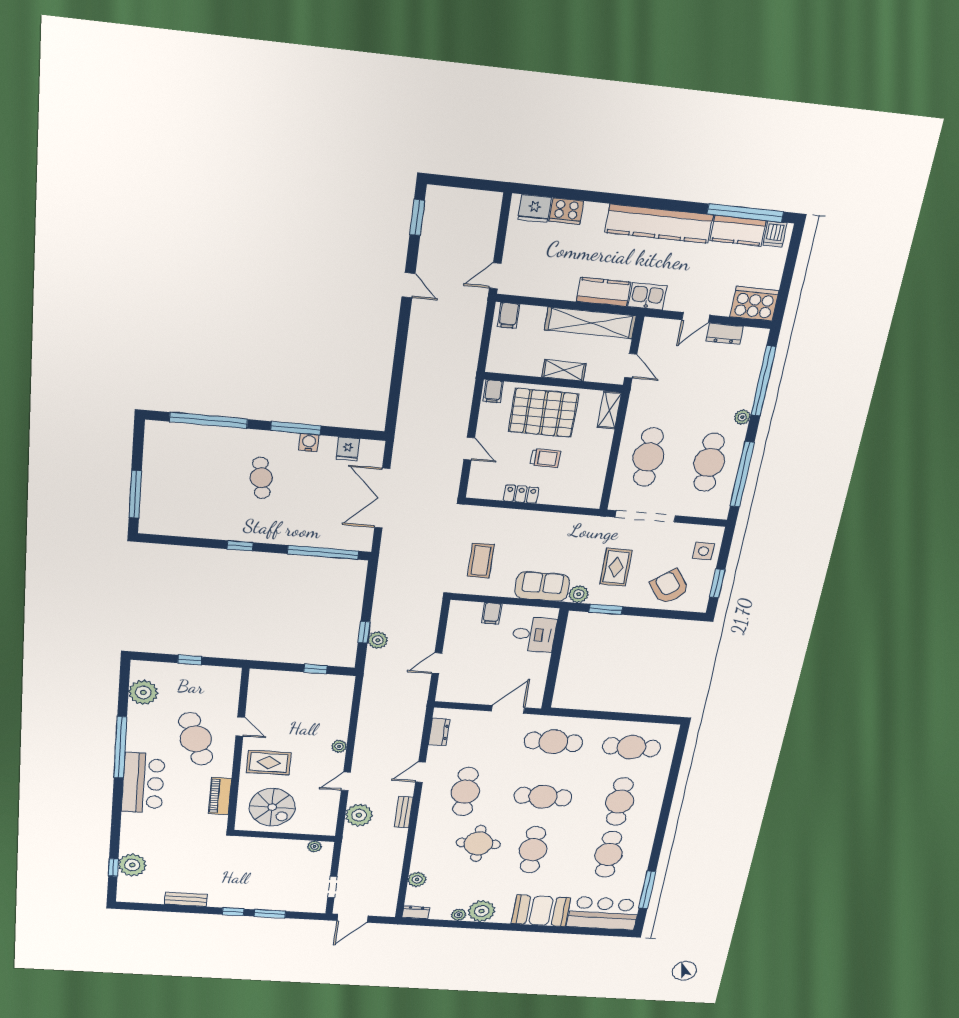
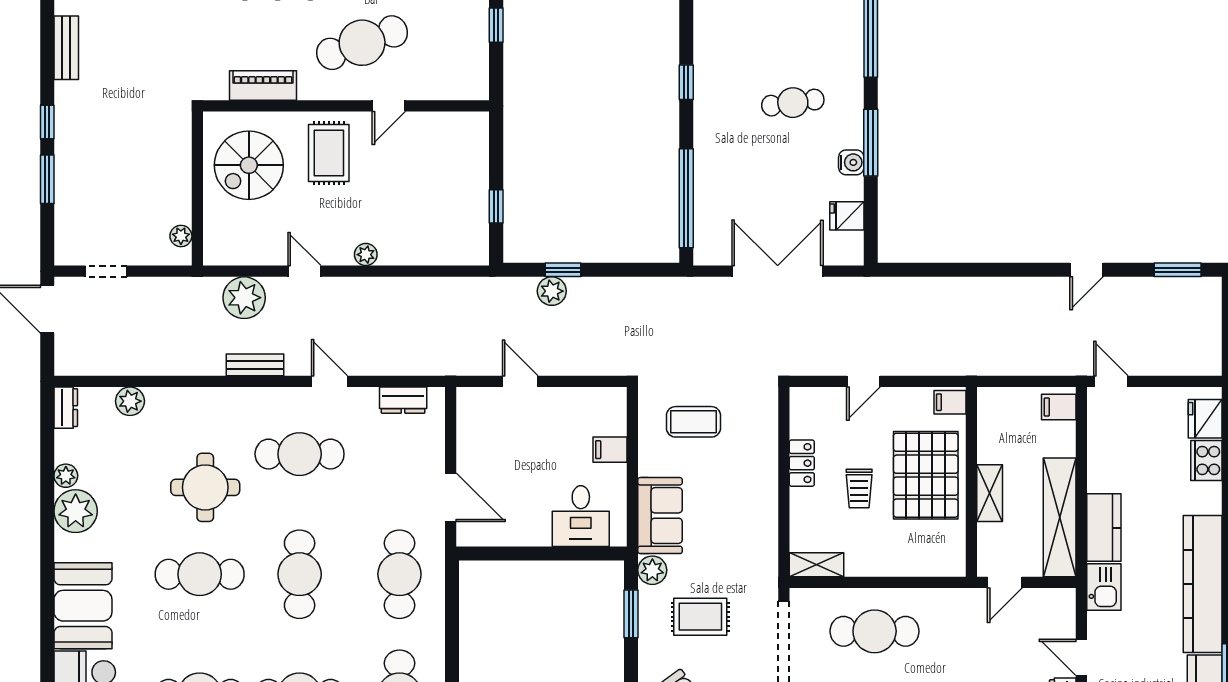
shelving: (609, 410) -> (817, 565), moved

